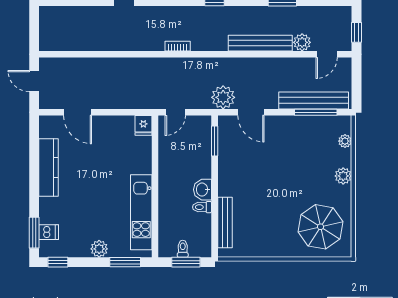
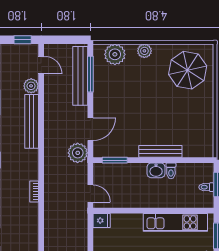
plant: (345, 141) -> (115, 54), width x1.88, depth x1.88
bench: (225, 223) -> (160, 151), moved

